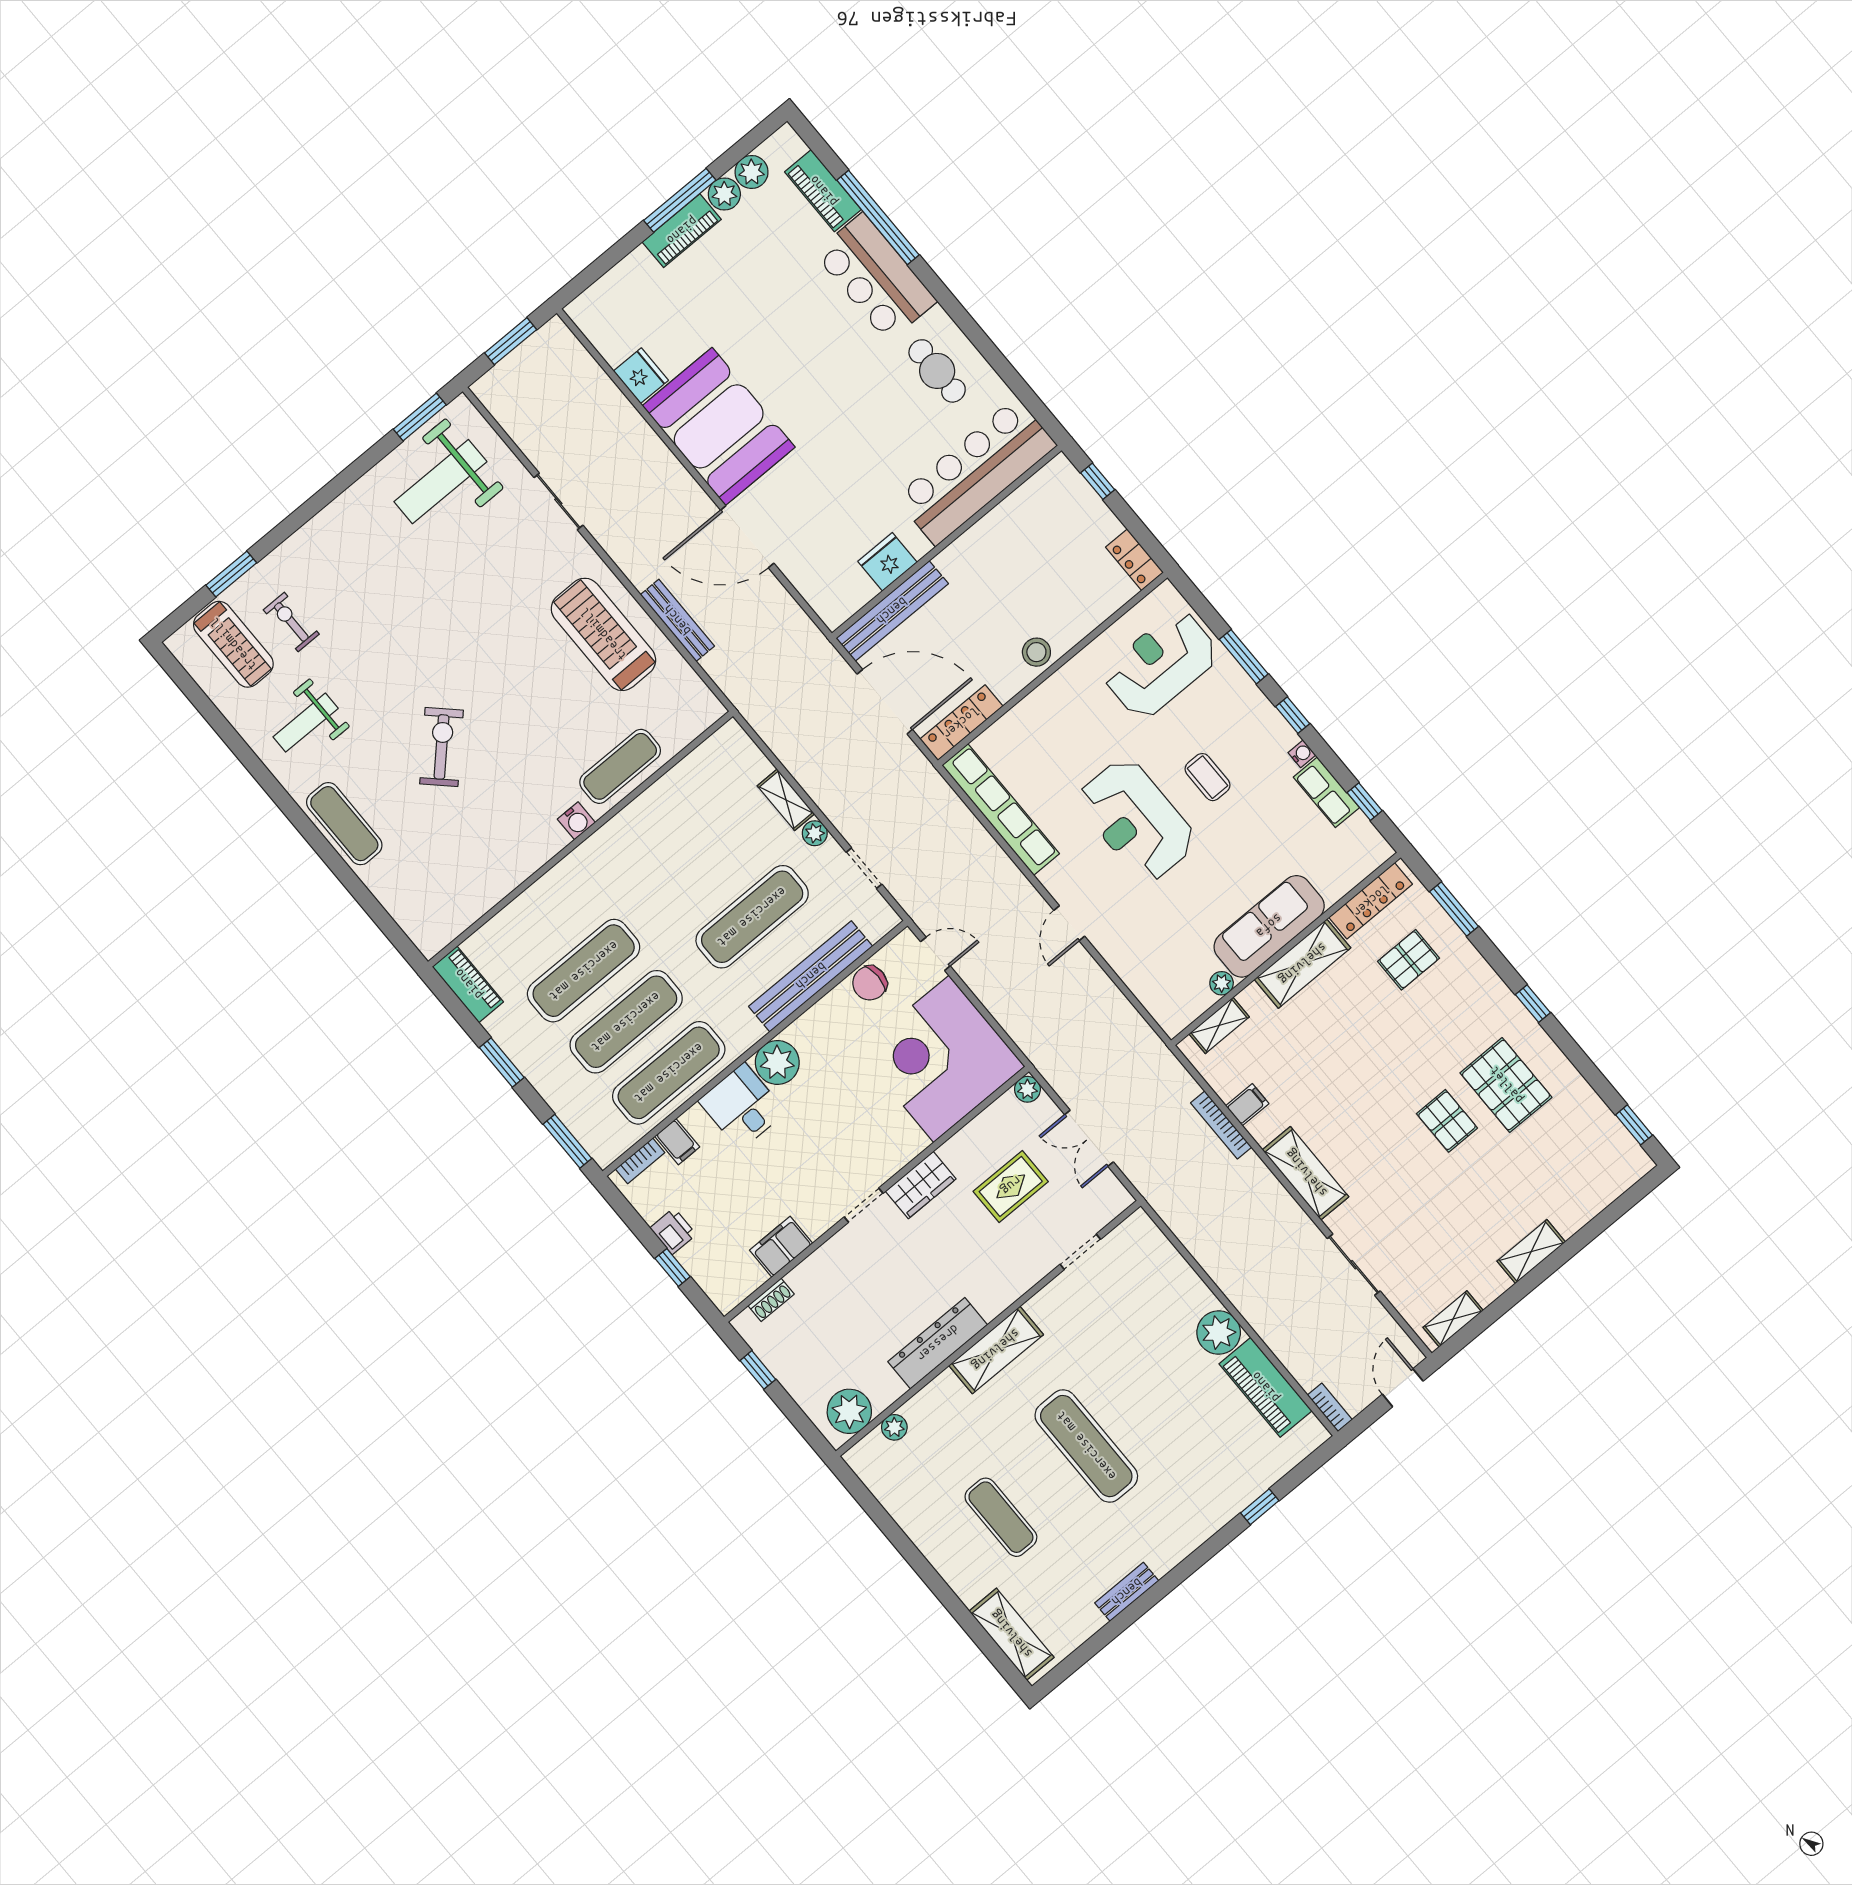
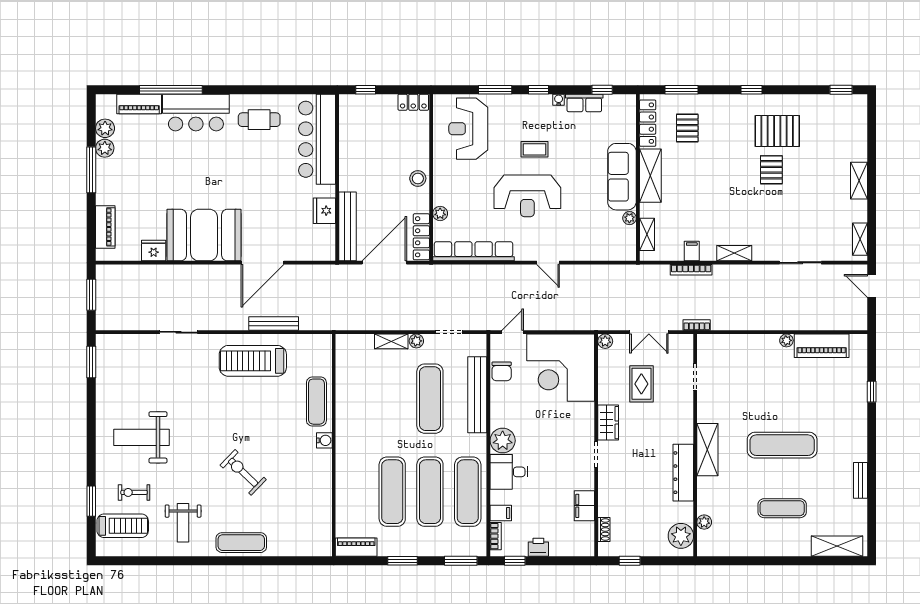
piano: (682, 231) -> (105, 227), moved
weight bench: (440, 482) -> (141, 437), moved, turned 90
plant: (1014, 722) -> (440, 213), added
pallet: (1447, 1121) -> (771, 170), turned 90
shelving: (1306, 1173) -> (734, 253), width x0.67, depth x0.75
window: (673, 1267) -> (515, 561), moved
plant: (1219, 1333) -> (786, 340), width x0.53, depth x0.53
bookcase: (1330, 1407) -> (697, 325), moved

